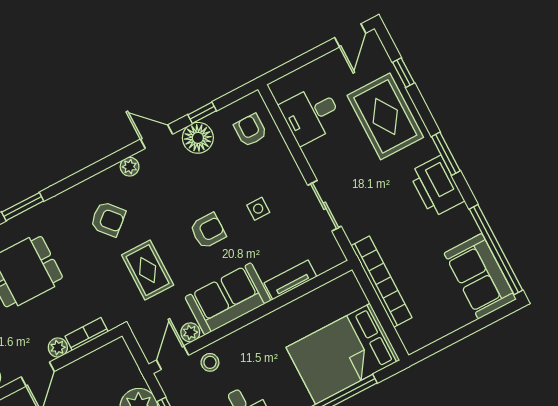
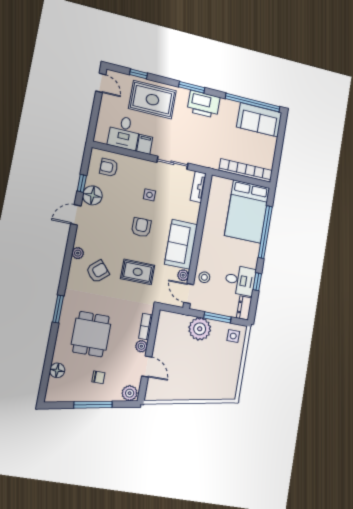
filing cabinet: (318, 152) -> (145, 144), added
plant: (130, 167) -> (78, 253), moved
tv unit: (290, 280) -> (198, 187), moved
bookcase: (381, 282) -> (246, 170), moved

